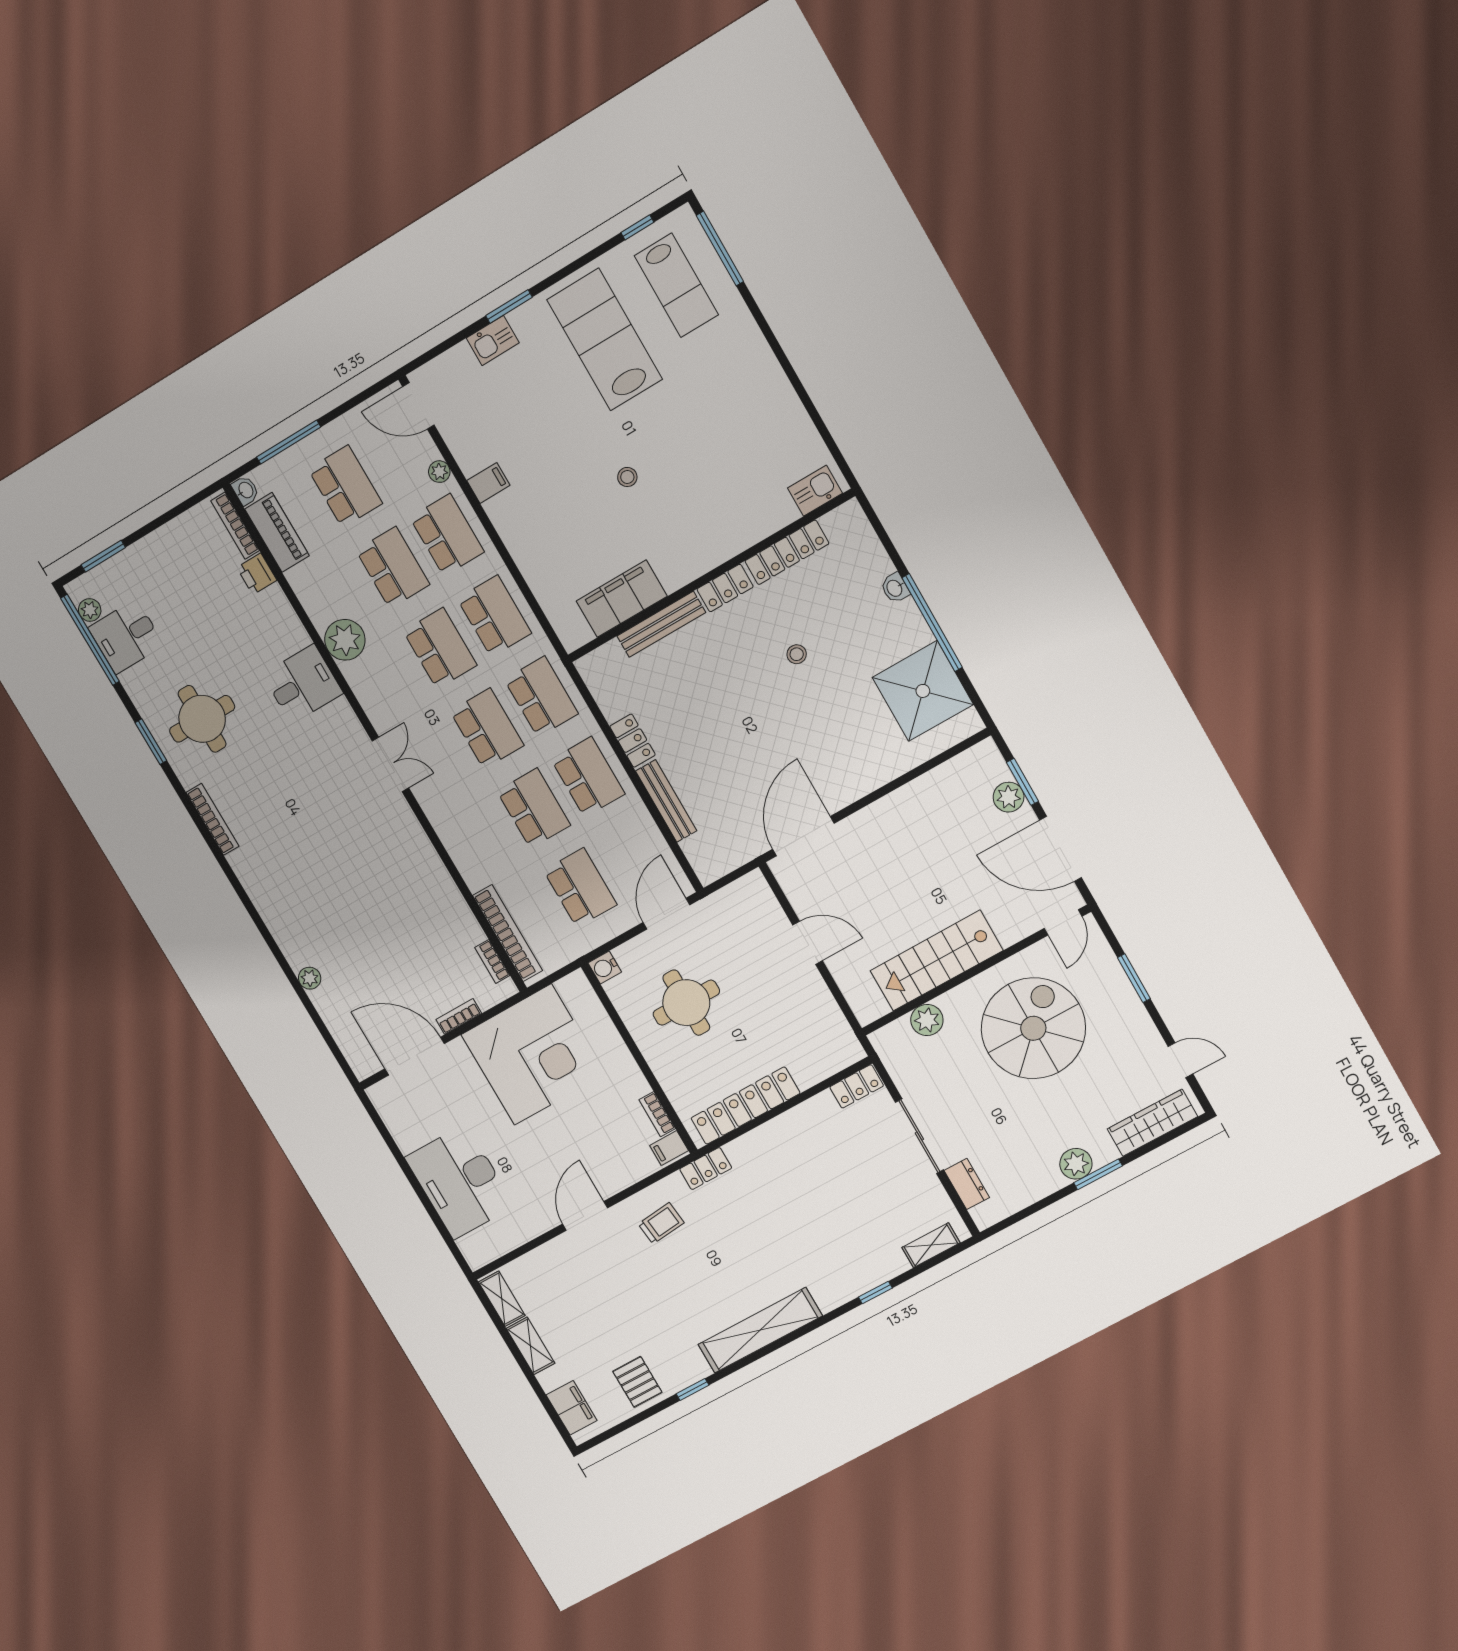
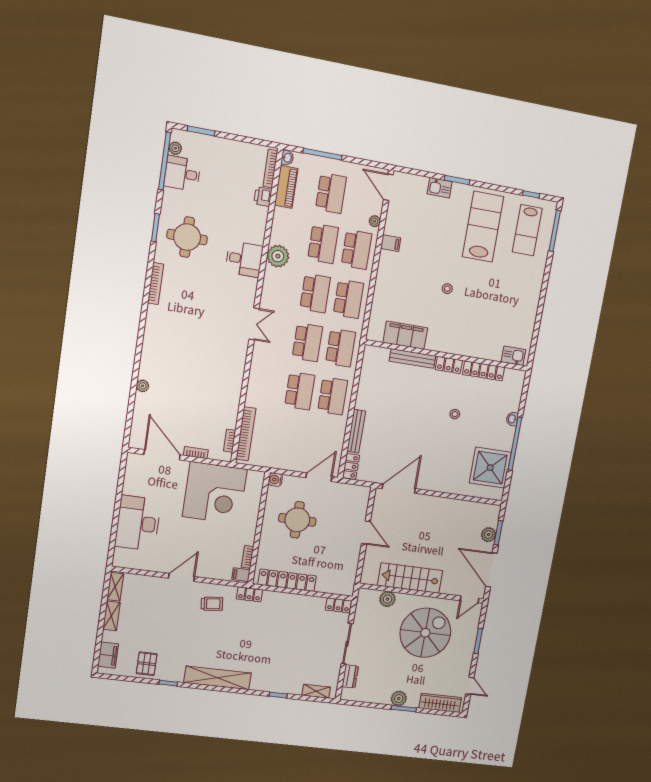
locker: (633, 741) -> (351, 466), moved
school desk: (580, 888) -> (292, 439), removed

